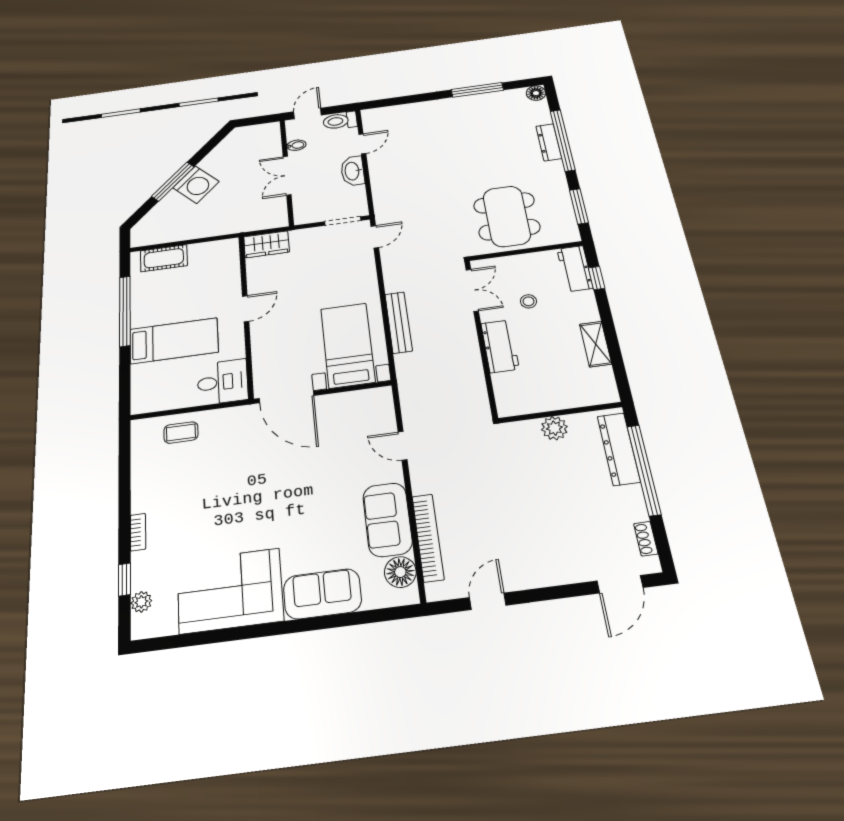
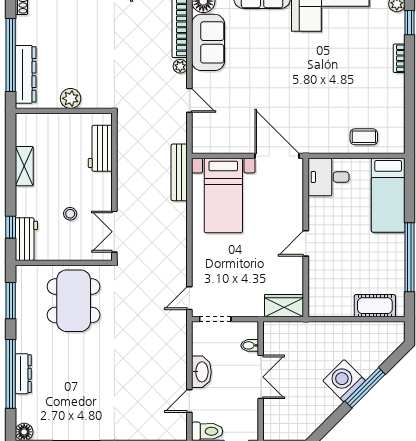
bidet: (296, 145) -> (250, 345), moved
bench: (399, 322) -> (179, 172), moved
bed: (174, 341) -> (388, 195), moved, turned -90
workbench: (500, 346) -> (100, 148), moved
plant: (420, 485) -> (180, 66), added

